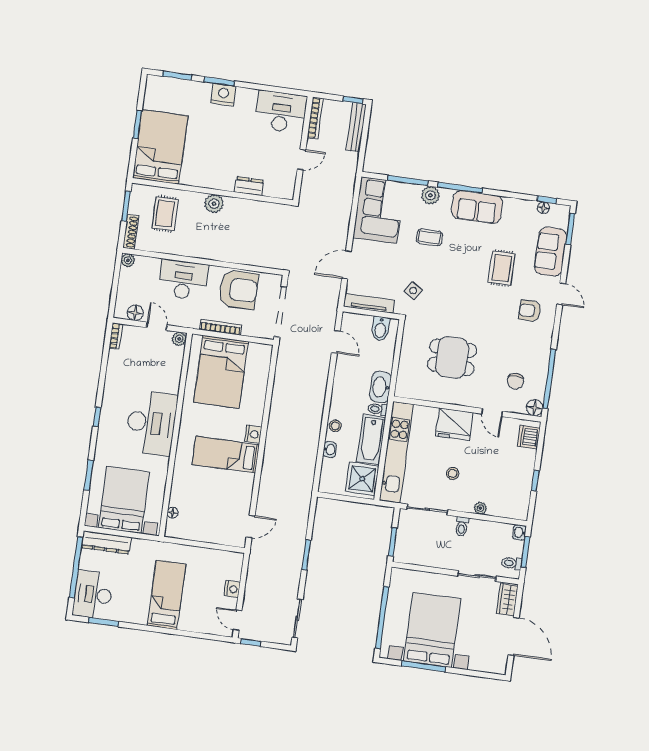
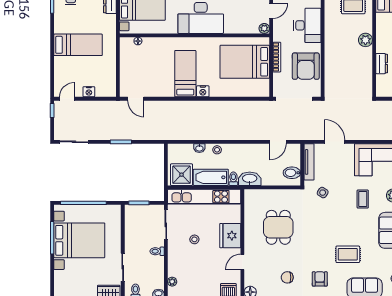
chair: (516, 381) -> (287, 277), moved
plant: (480, 508) -> (172, 282), moved

